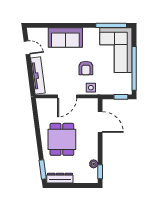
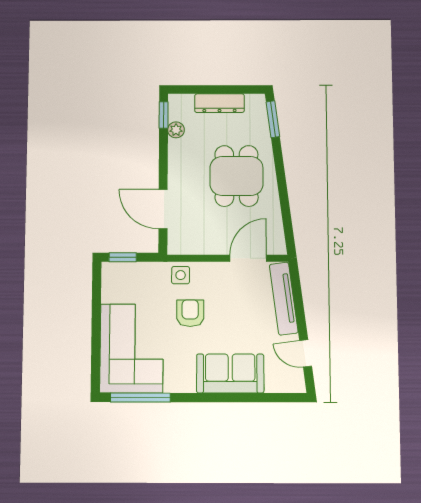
window: (134, 68) -> (96, 313), removed
door: (67, 96) -> (248, 258), moved
dresser: (60, 178) -> (219, 103), moved

